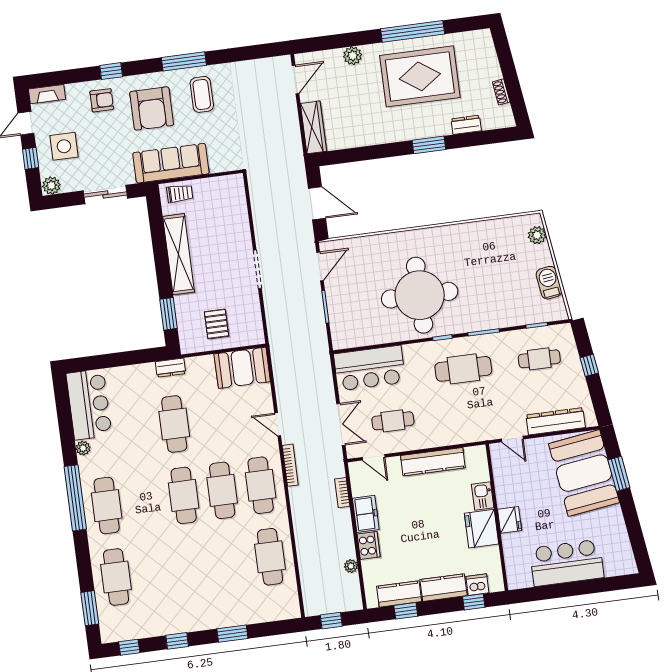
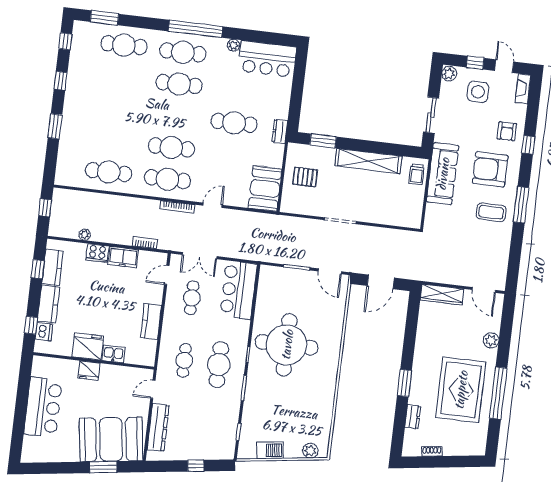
cafe table: (539, 359) -> (184, 360), moved
kitchen counter: (433, 462) -> (151, 321), width x0.67
cafe table: (184, 495) -> (179, 84), moved

